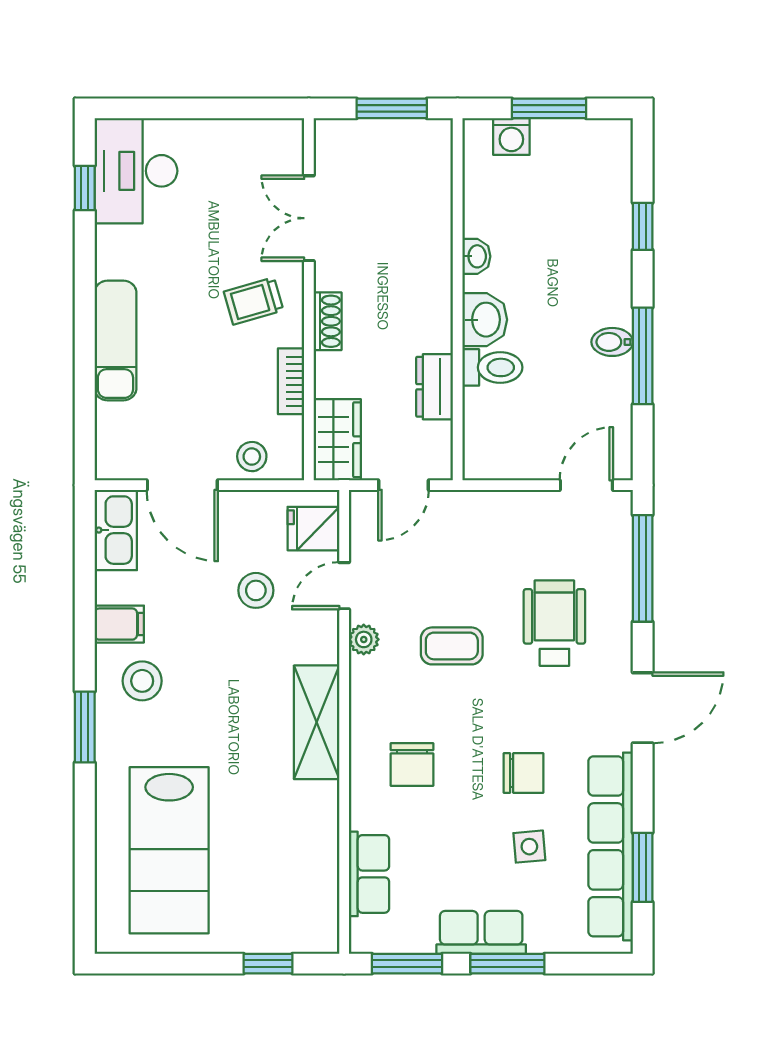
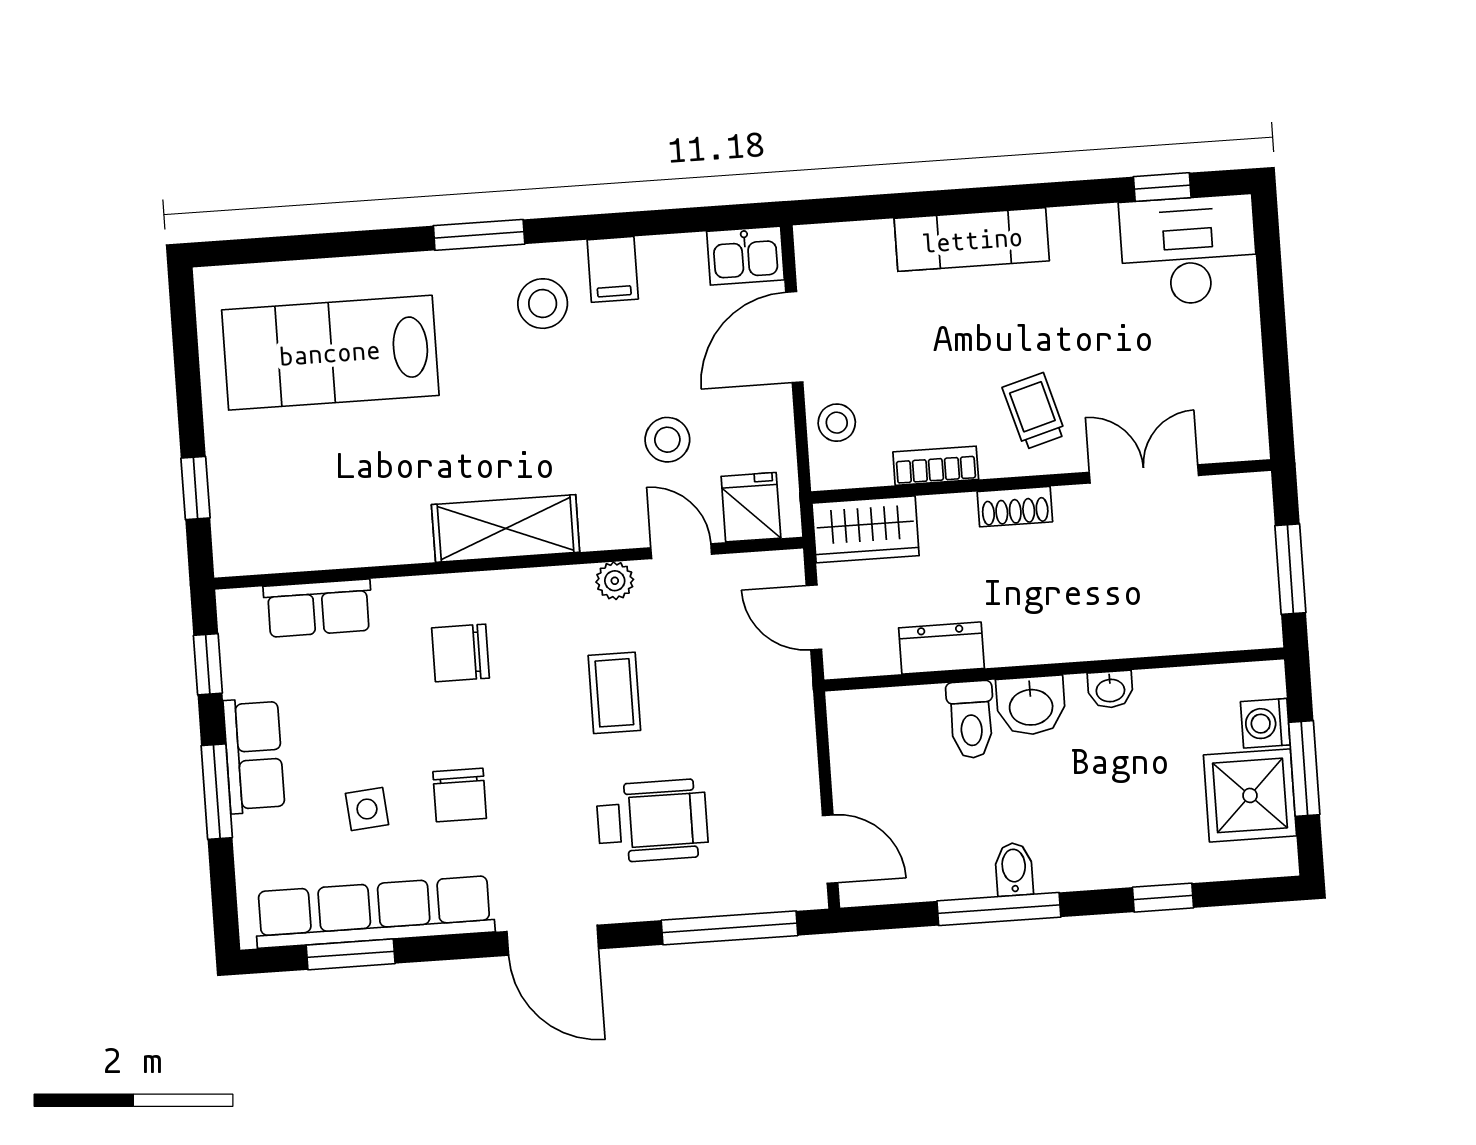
shower: (567, 153) -> (1250, 795), added
kitchen sink: (116, 530) -> (745, 256), width x0.73
window: (407, 964) -> (208, 664), width x0.67

